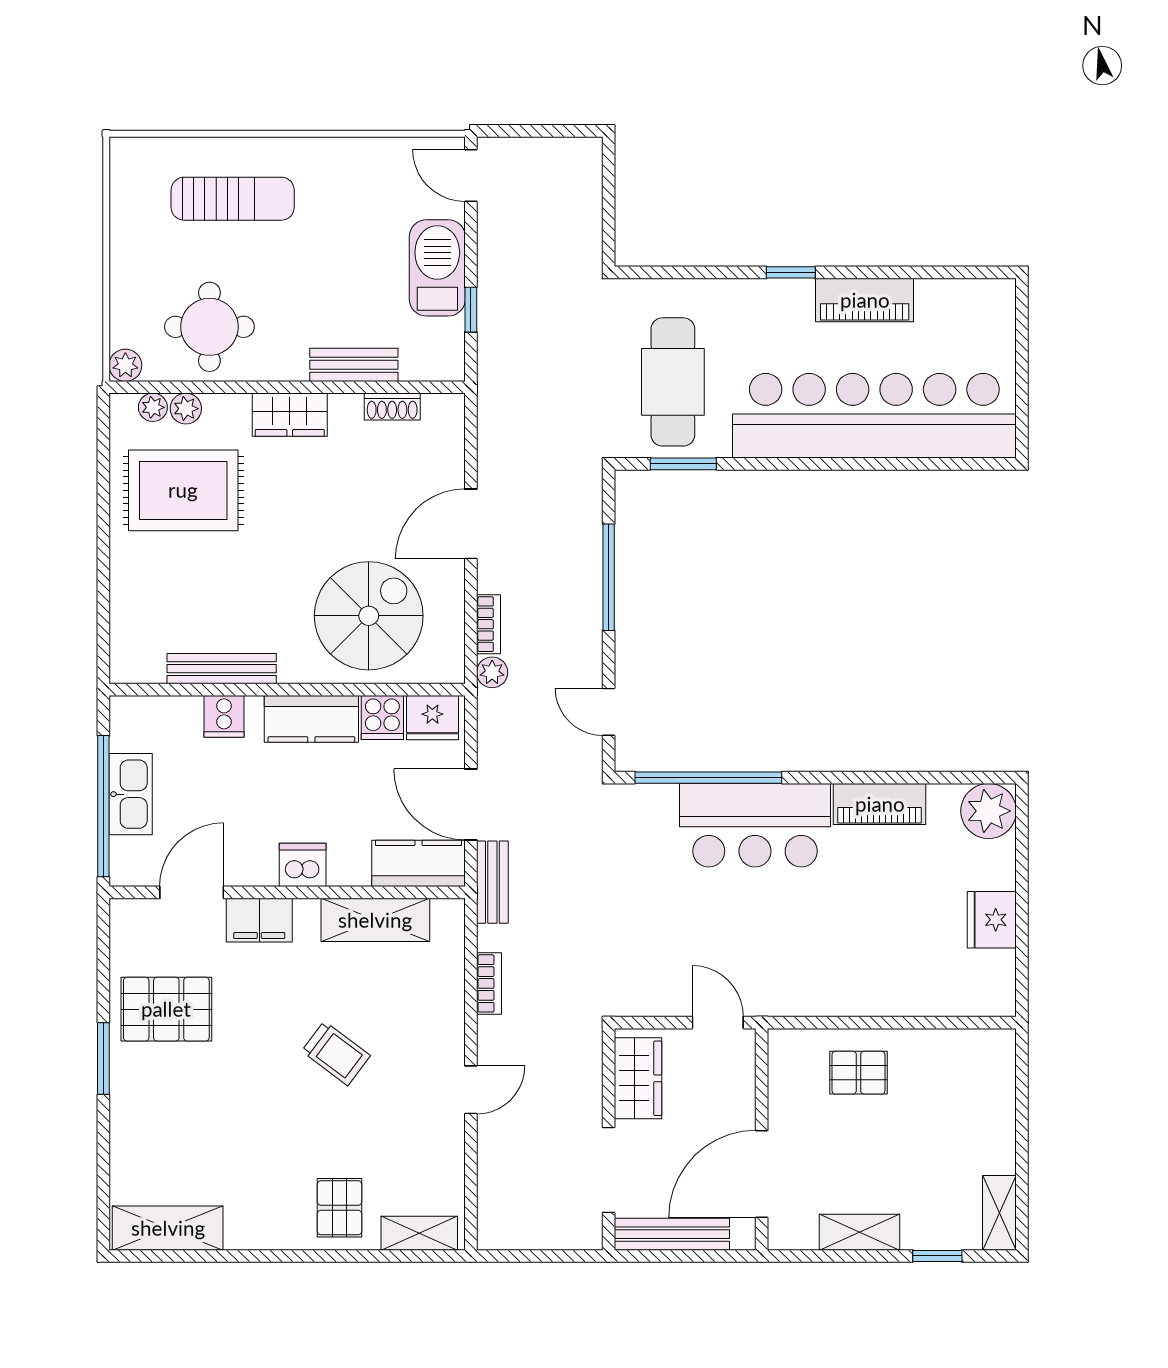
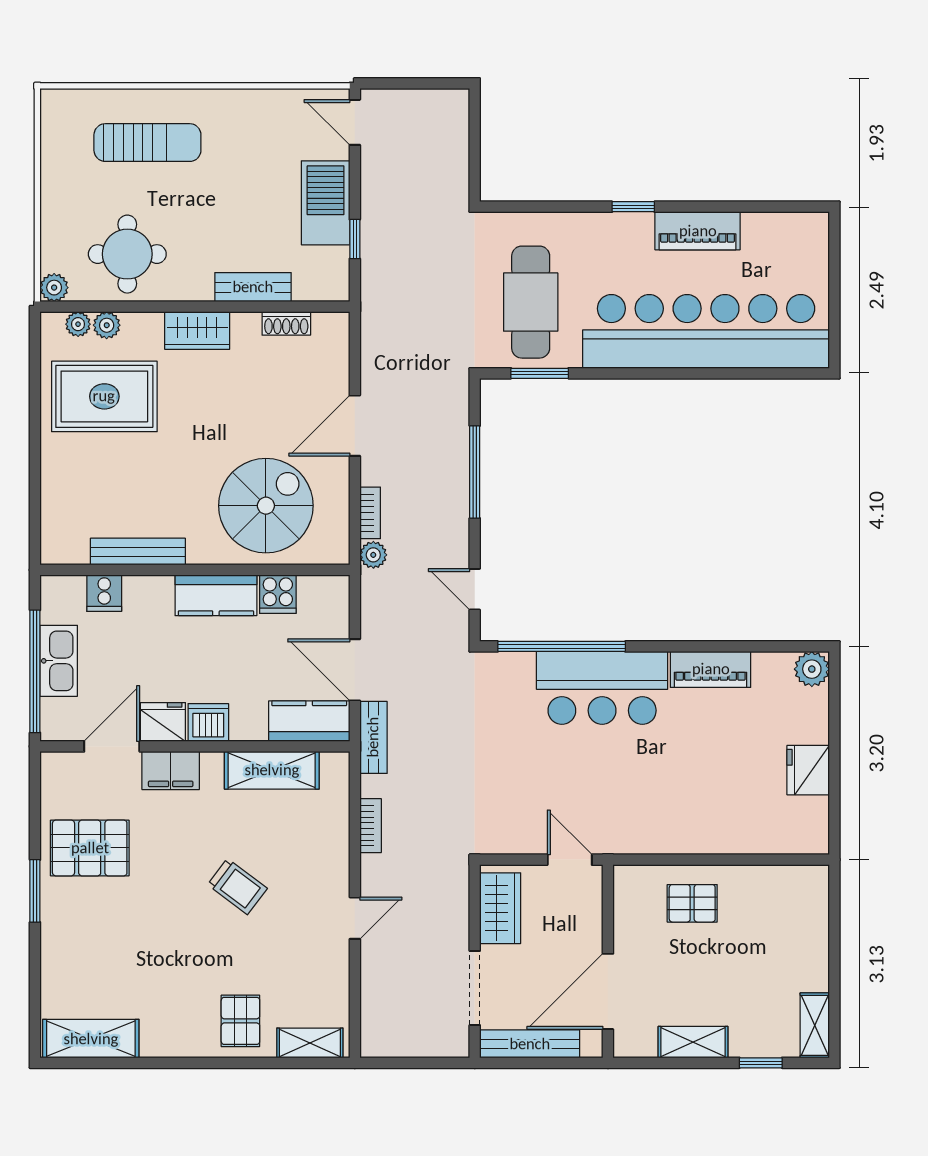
cooker: (224, 716) -> (104, 593), moved
fridge: (432, 718) -> (163, 722), moved, turned 180
plant: (989, 811) -> (812, 669), width x0.73, depth x0.73

